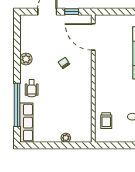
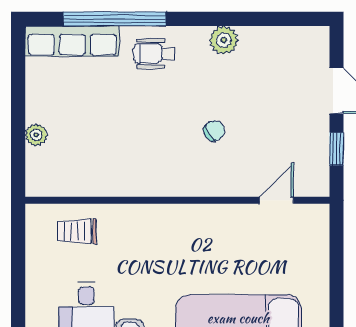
door: (93, 37) -> (276, 200), width x0.53

